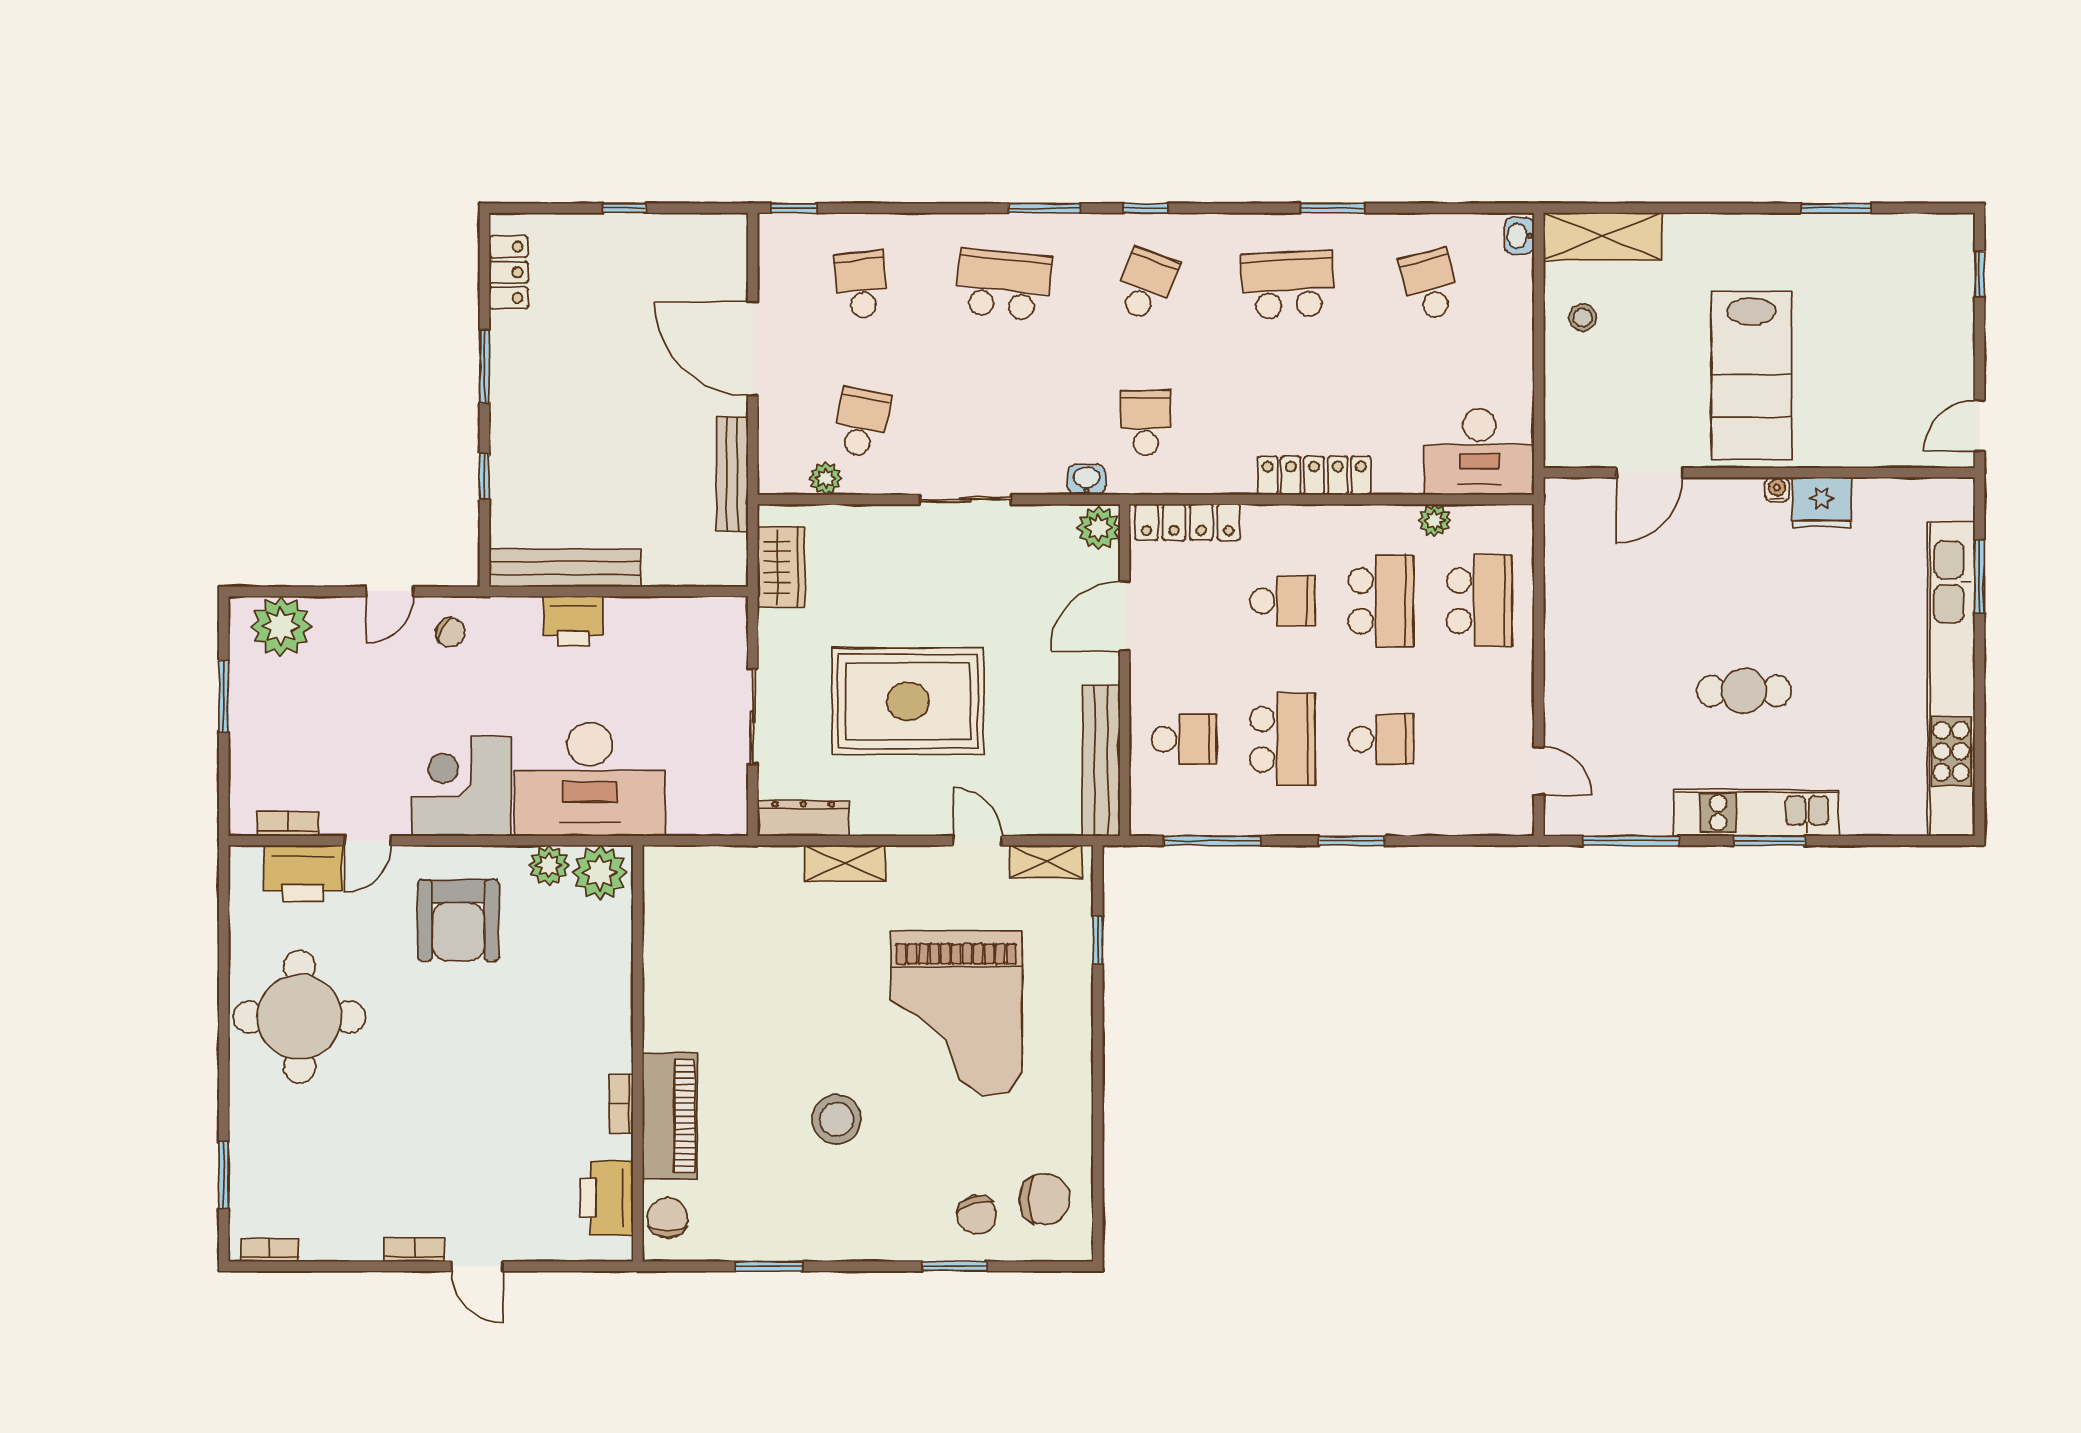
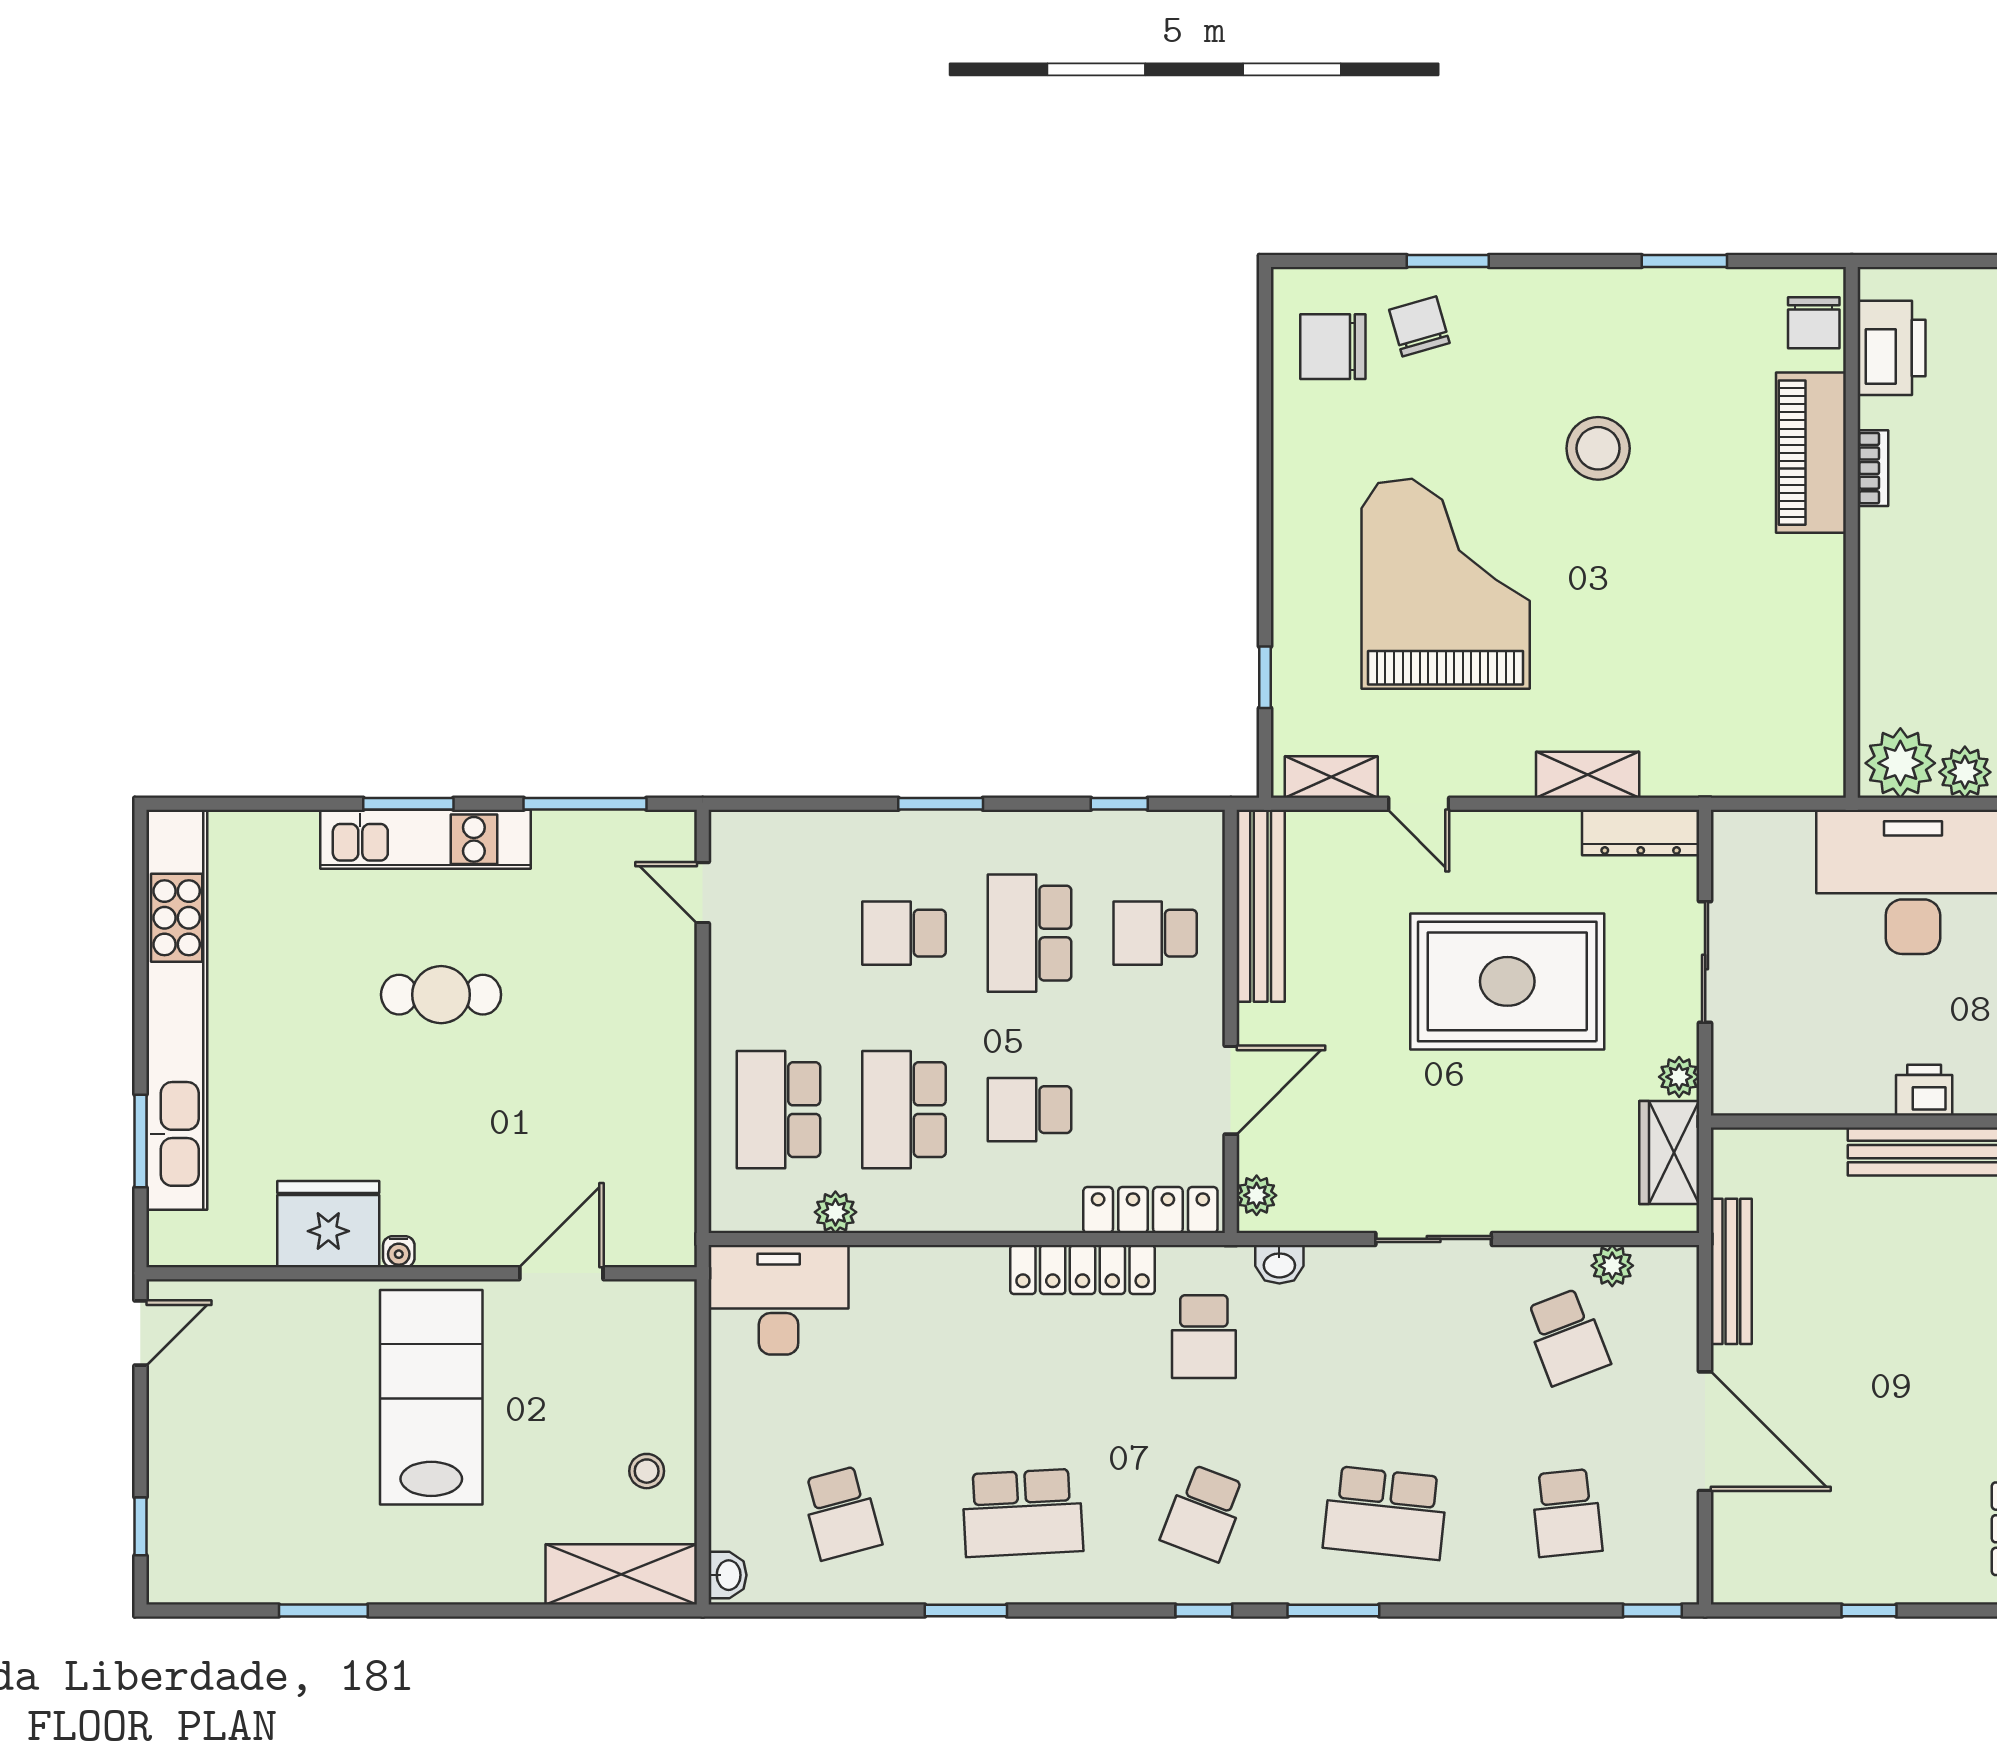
school desk: (861, 423) -> (1567, 1337), turned -33
locker: (1314, 476) -> (1083, 1269), moved
fridge: (1822, 502) -> (328, 1224), width x1.36, depth x1.34
plant: (1099, 528) -> (1257, 1195), width x0.73, depth x0.73
printer: (573, 621) -> (1924, 1090), width x0.73, depth x0.81
plant: (773, 626) -> (1679, 1077), added
window: (1212, 841) -> (1119, 804), width x0.46

